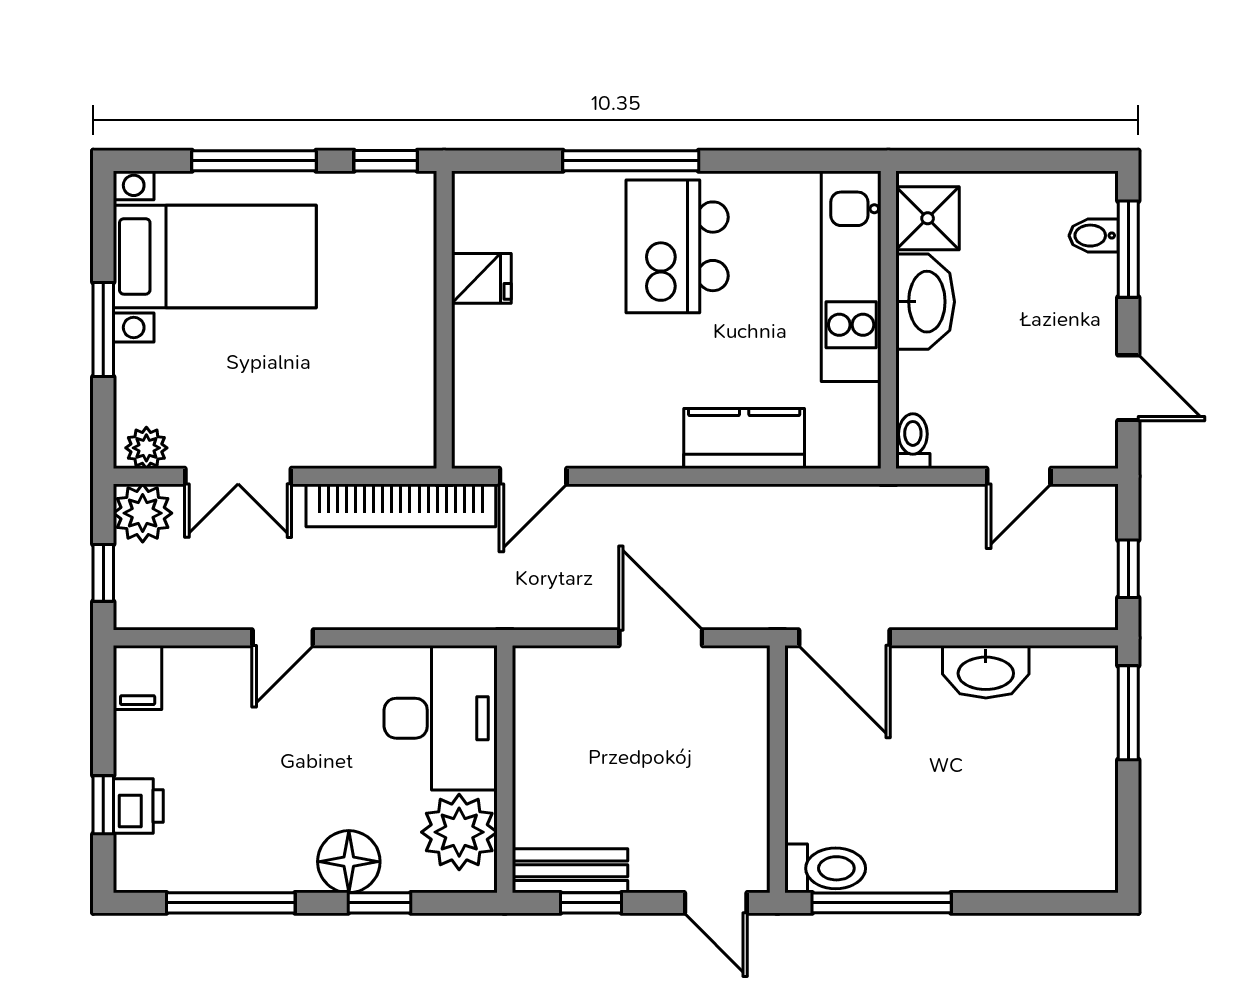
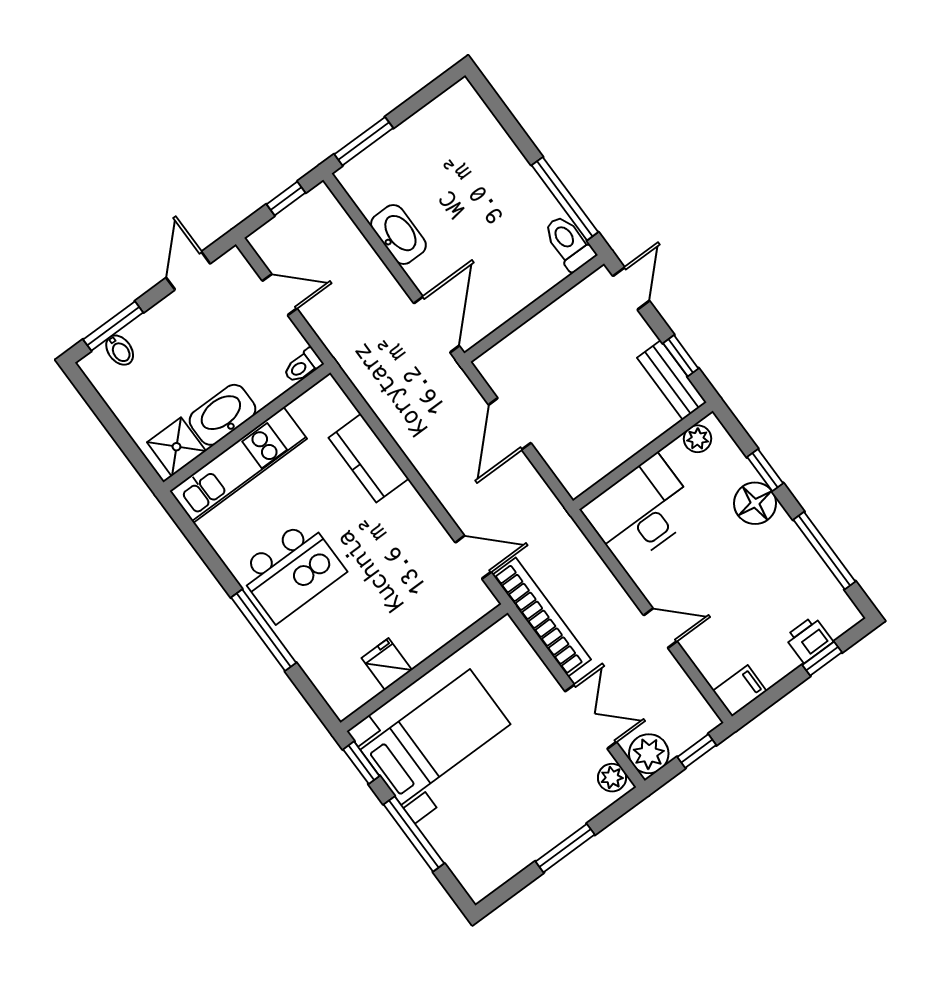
bed with nightstands: (215, 256) -> (435, 737), moved, turned 90
plant: (459, 832) -> (698, 439), width x0.53, depth x0.53

